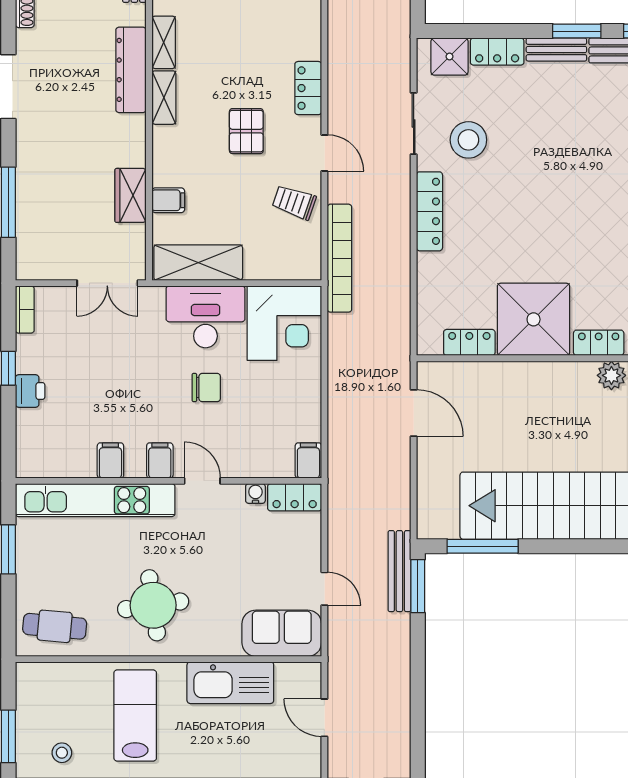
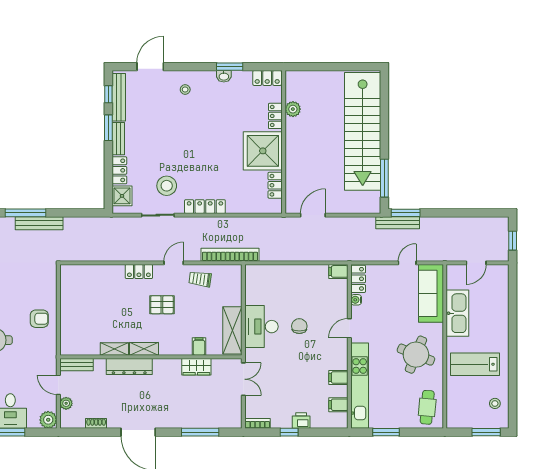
trolley: (294, 202) -> (200, 279), turned 79
corner desk: (284, 323) -> (265, 284), removed
filing cabinet: (160, 460) -> (338, 405), moved
round table: (153, 605) -> (416, 355), turned 30
sofa: (282, 633) -> (431, 293), width x1.36

